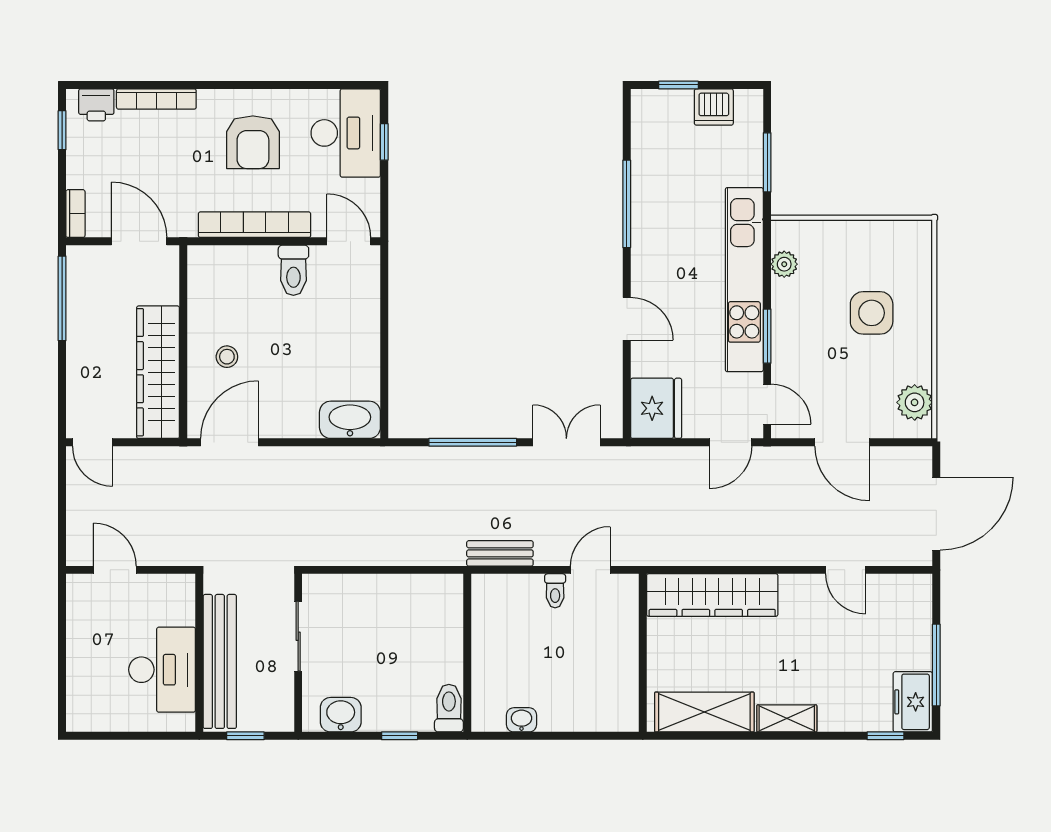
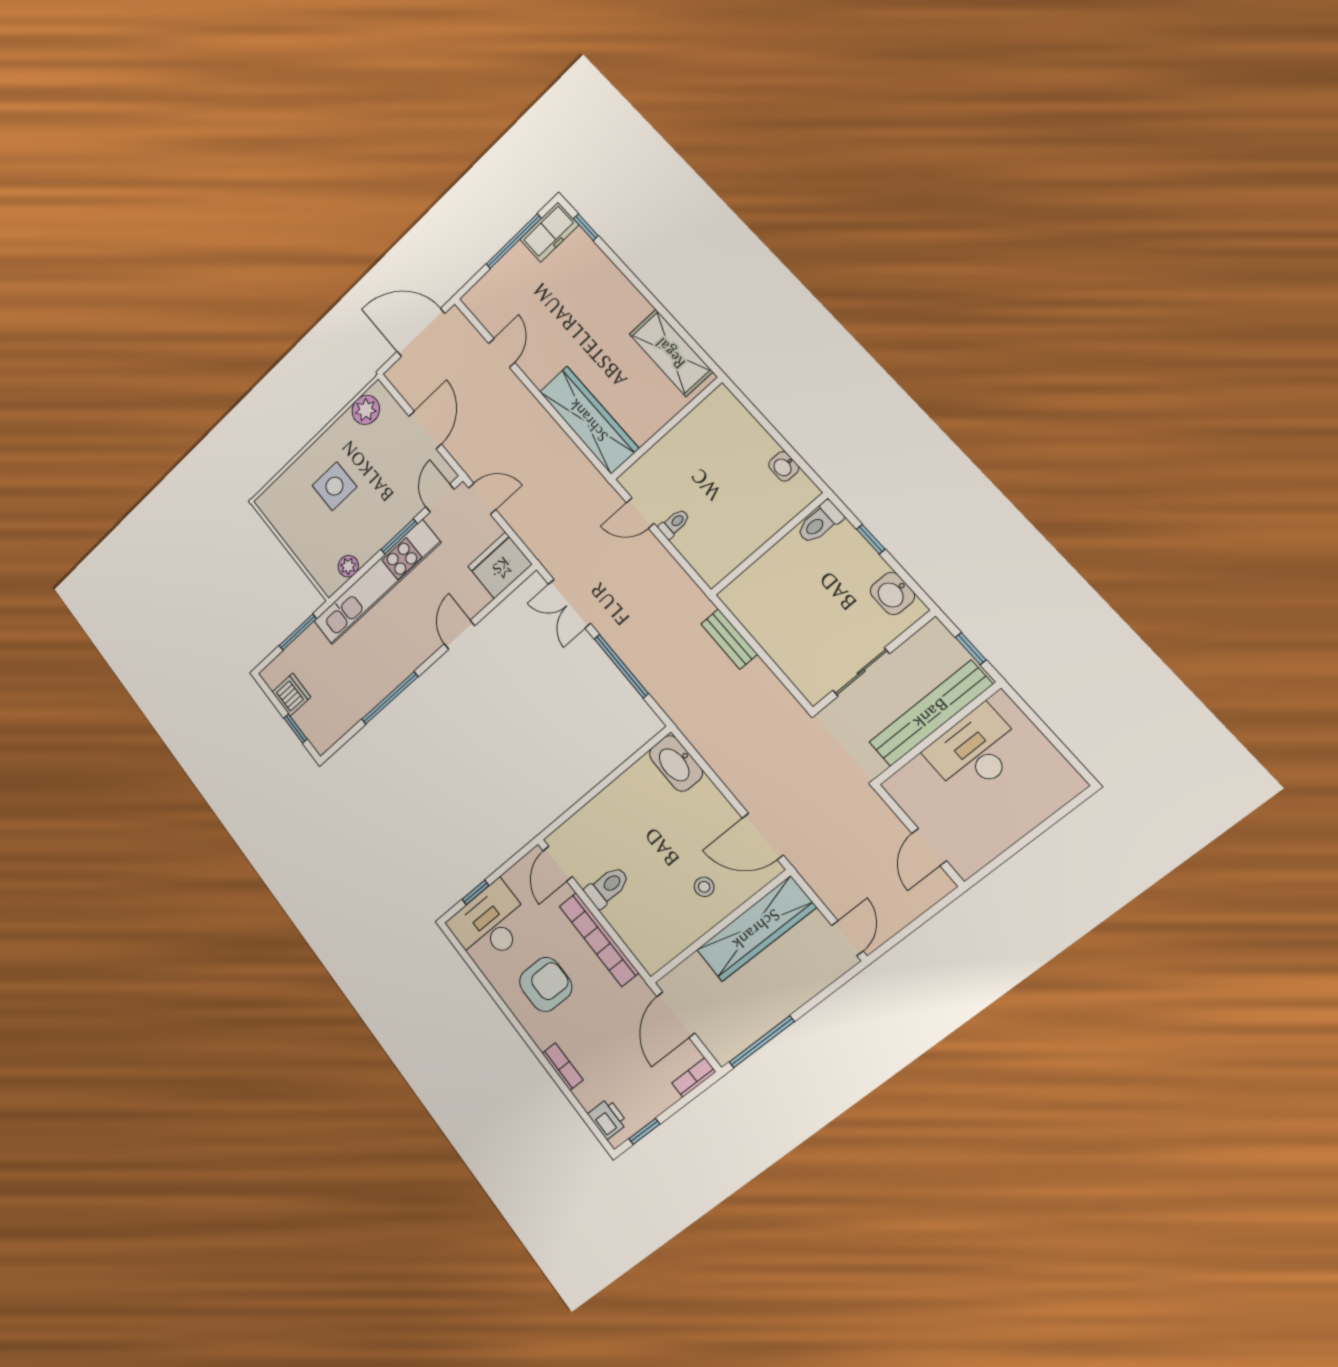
bookcase: (156, 99) -> (563, 1067), width x0.64
bench: (500, 553) -> (729, 639), moved
shelving: (787, 718) -> (629, 298), removed

